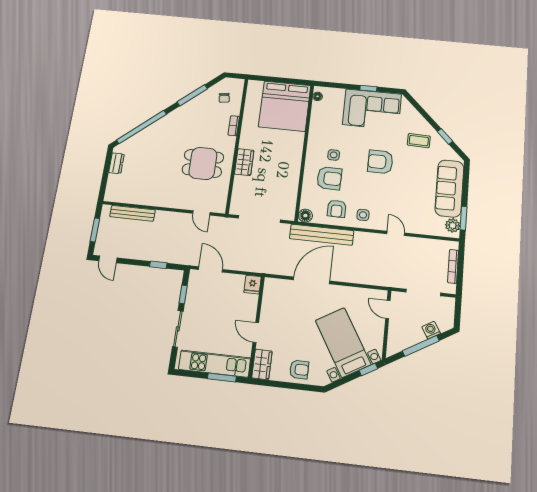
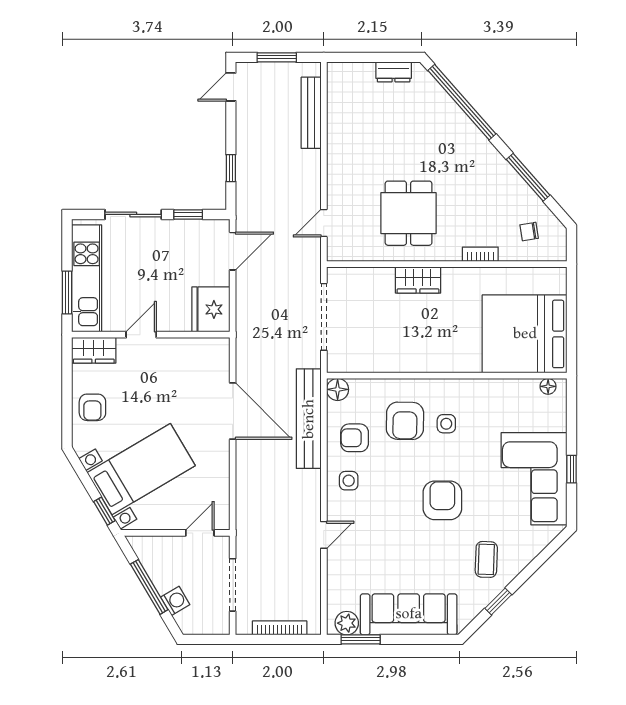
fridge: (253, 285) -> (211, 309), width x1.88, depth x1.34

